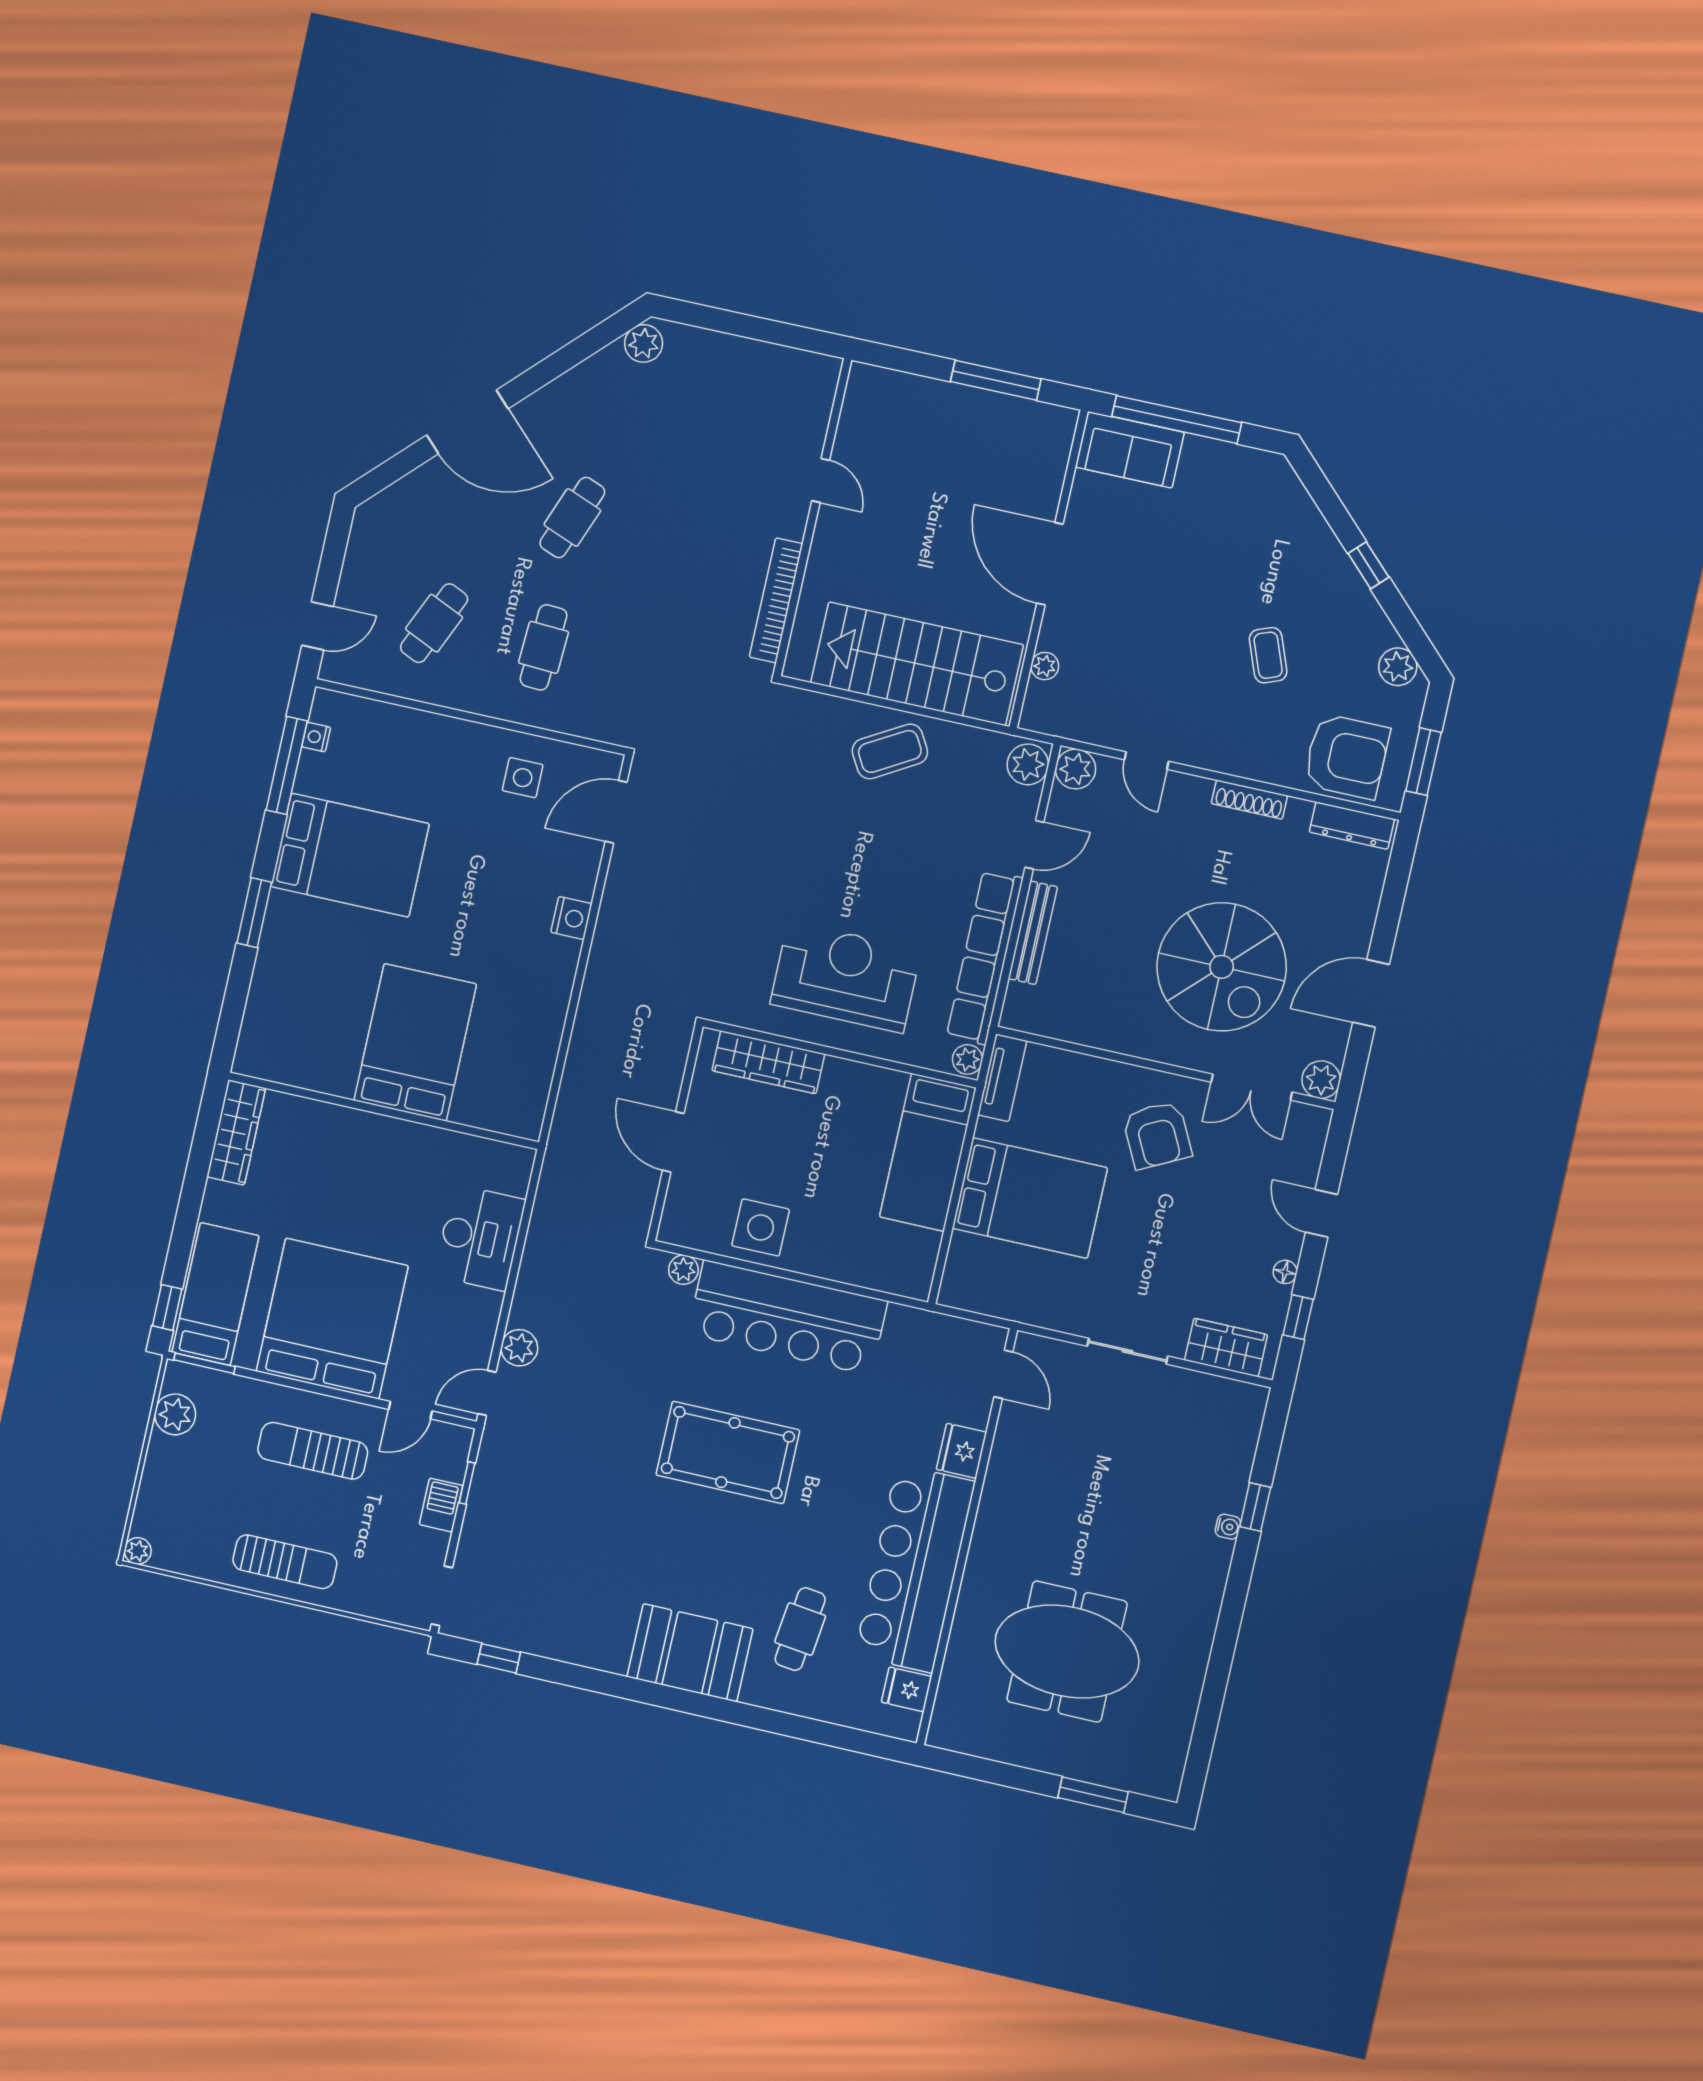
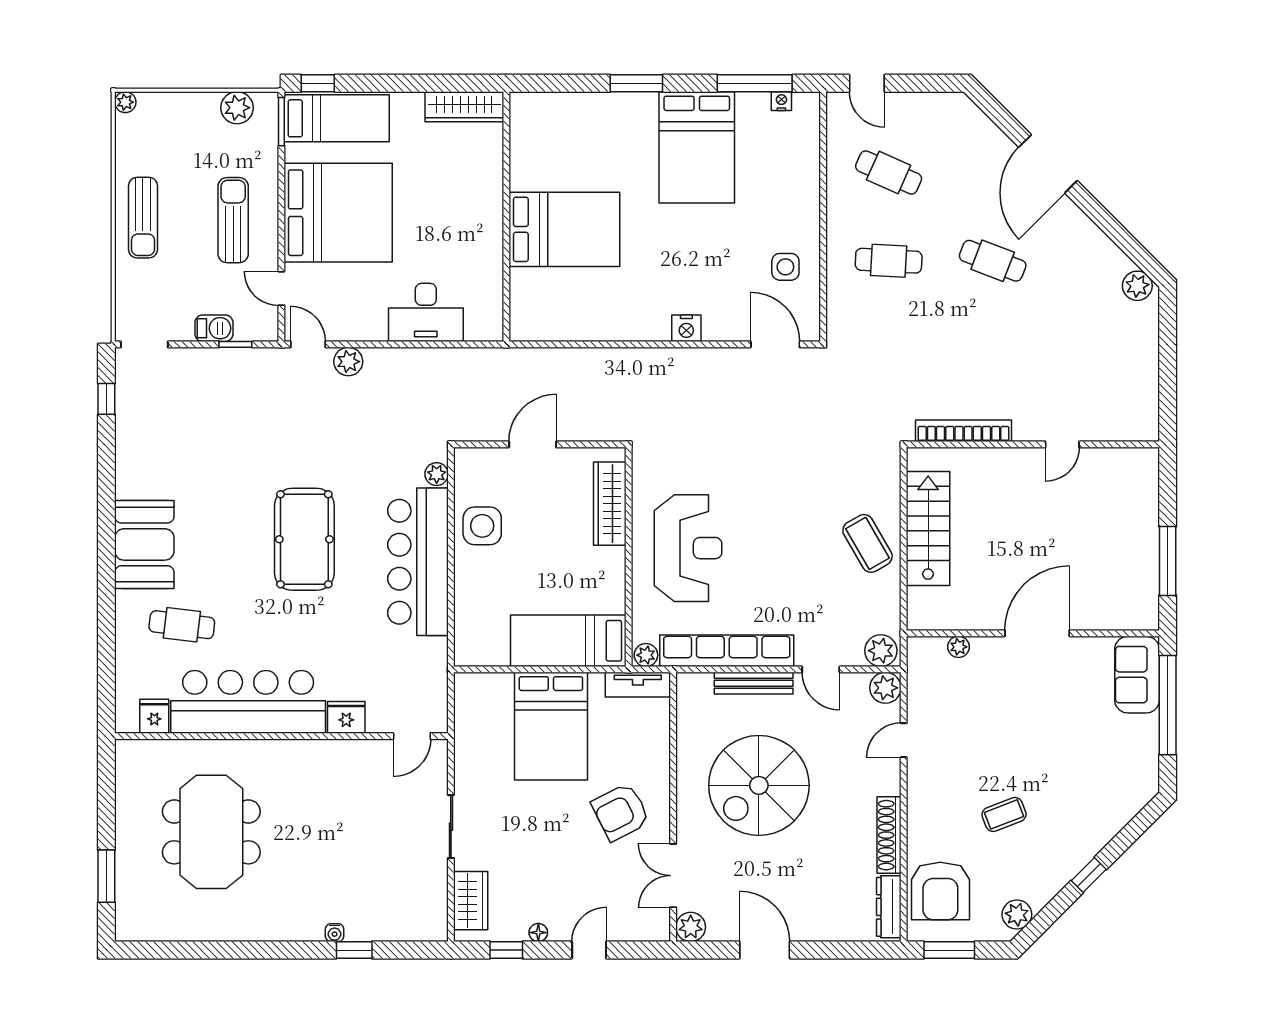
stairs: (917, 664) -> (928, 528), width x0.73, depth x0.66
shoe rack: (1249, 800) -> (889, 835), width x1.36, depth x1.24
spiral stairs: (1222, 967) -> (759, 785), moved

